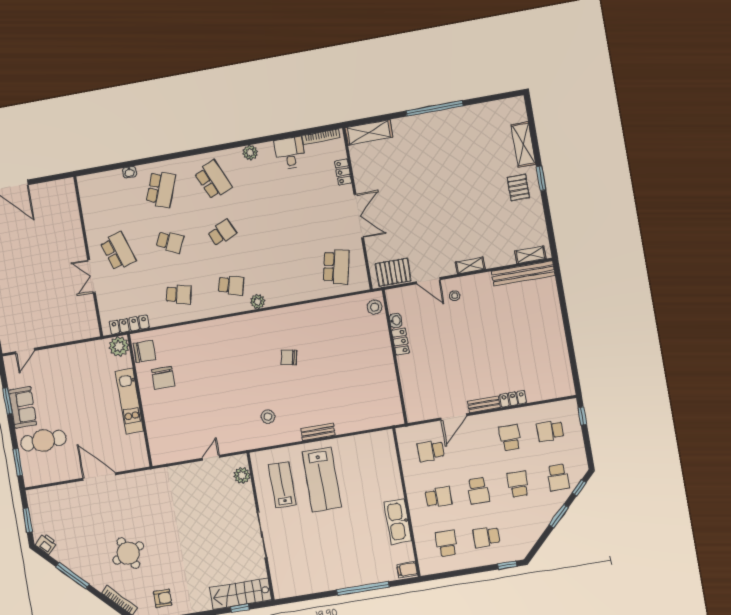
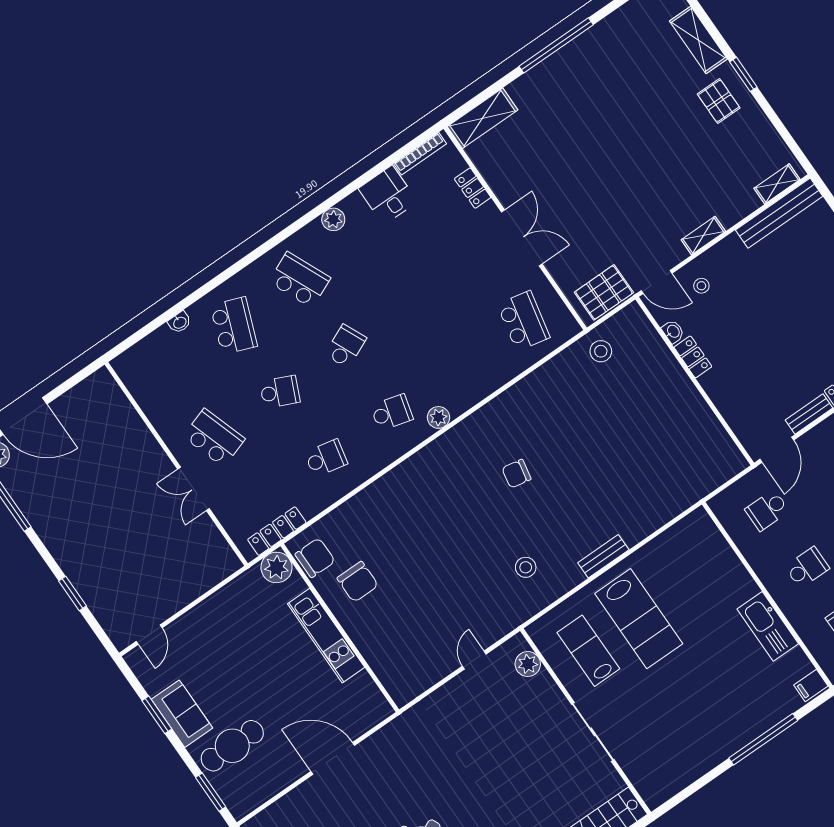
washbasin: (396, 320) -> (673, 332), moved
locker: (400, 341) -> (693, 357), moved
wall: (395, 357) -> (695, 381), moved

